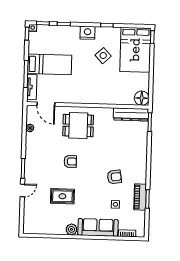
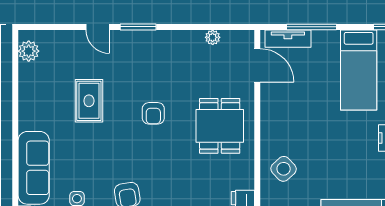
side table: (103, 56) -> (284, 169), moved
bed: (50, 64) -> (359, 70), moved
door: (46, 104) -> (257, 65), swing flipped
plant: (71, 229) -> (29, 51), moved

